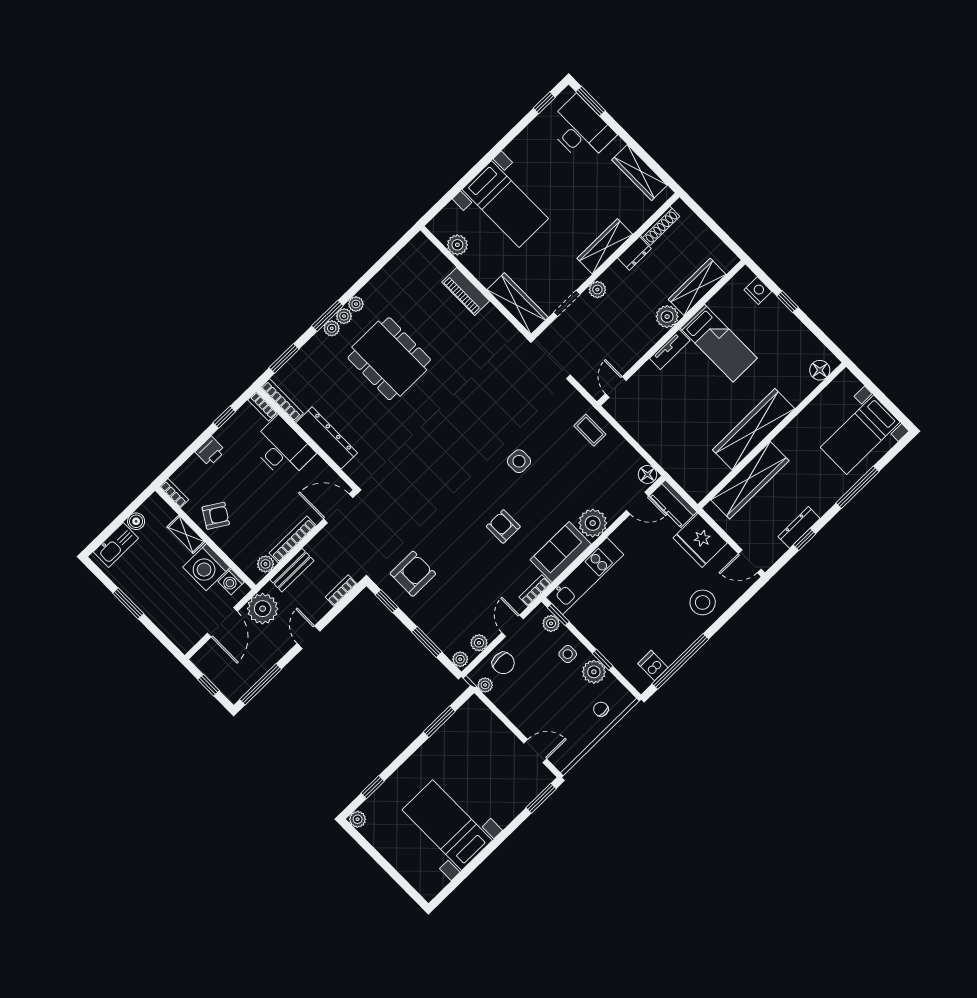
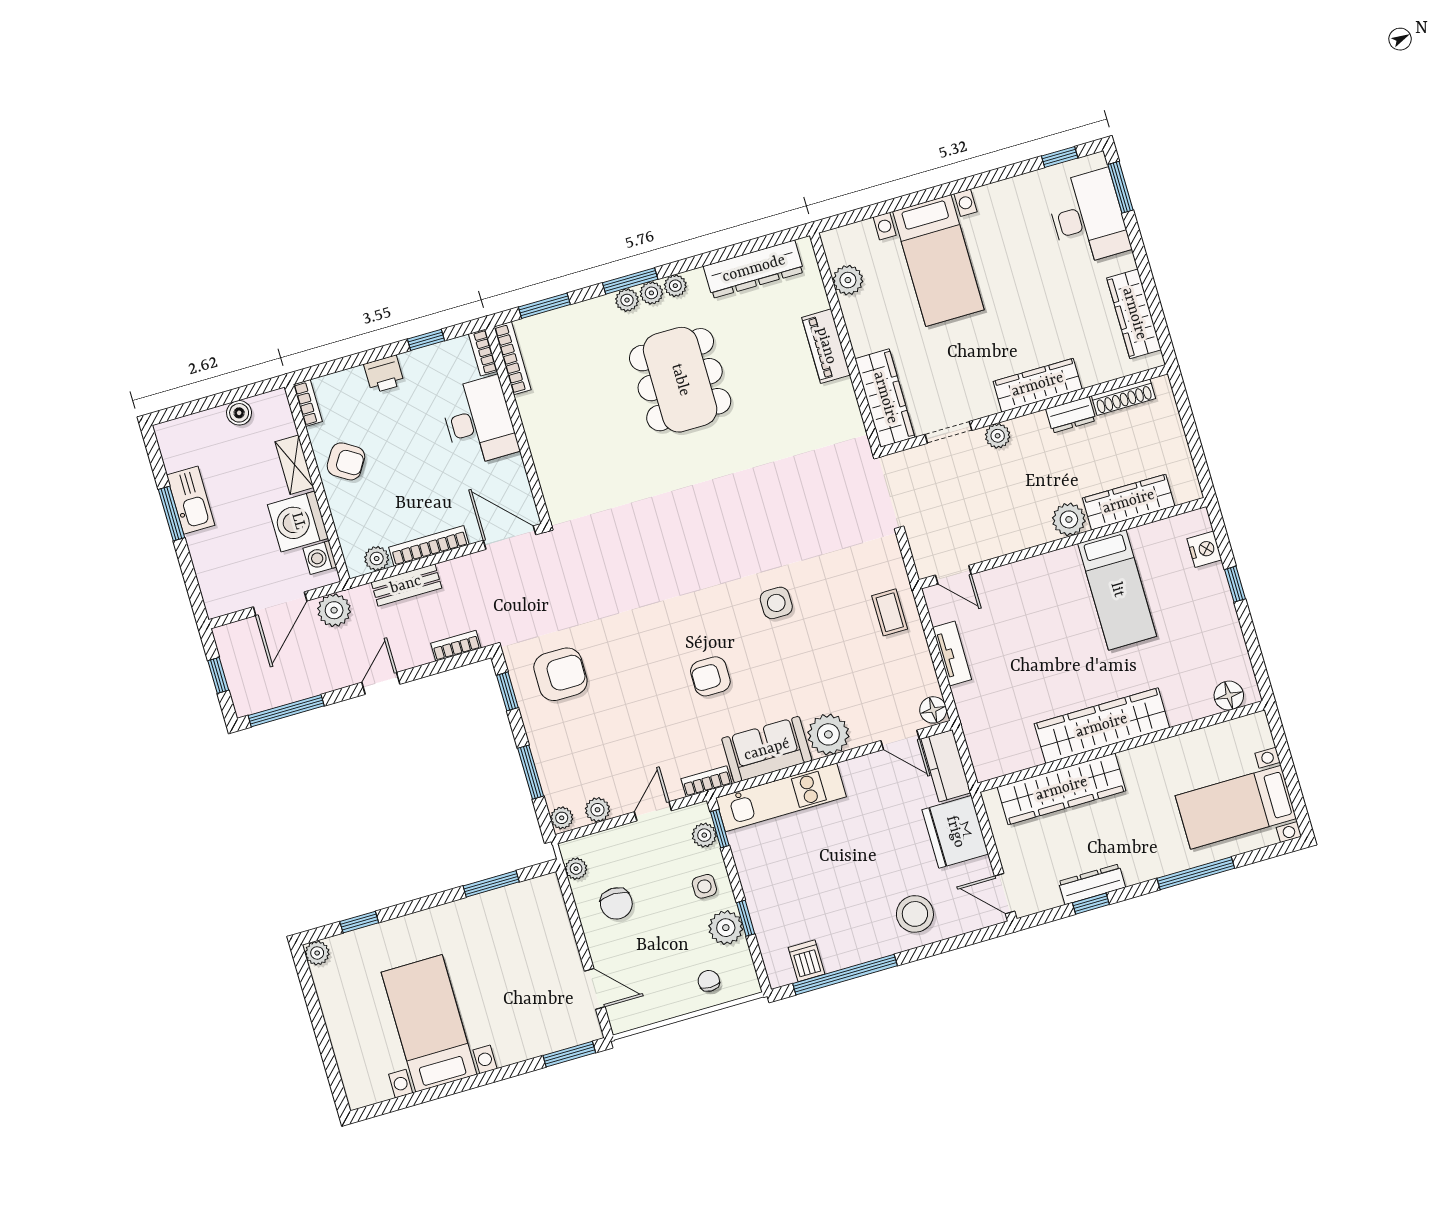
tv unit: (670, 349) -> (952, 653), moved, turned -90
door: (616, 387) -> (953, 575), swing flipped
dresser: (327, 438) -> (754, 269), moved, turned 90
armchair: (503, 526) -> (710, 676), turned -90
kitchen sink: (116, 545) -> (191, 500), moved, turned -90
plant: (263, 609) -> (334, 610), width x0.73, depth x0.73
chair: (503, 663) -> (616, 903), moved

